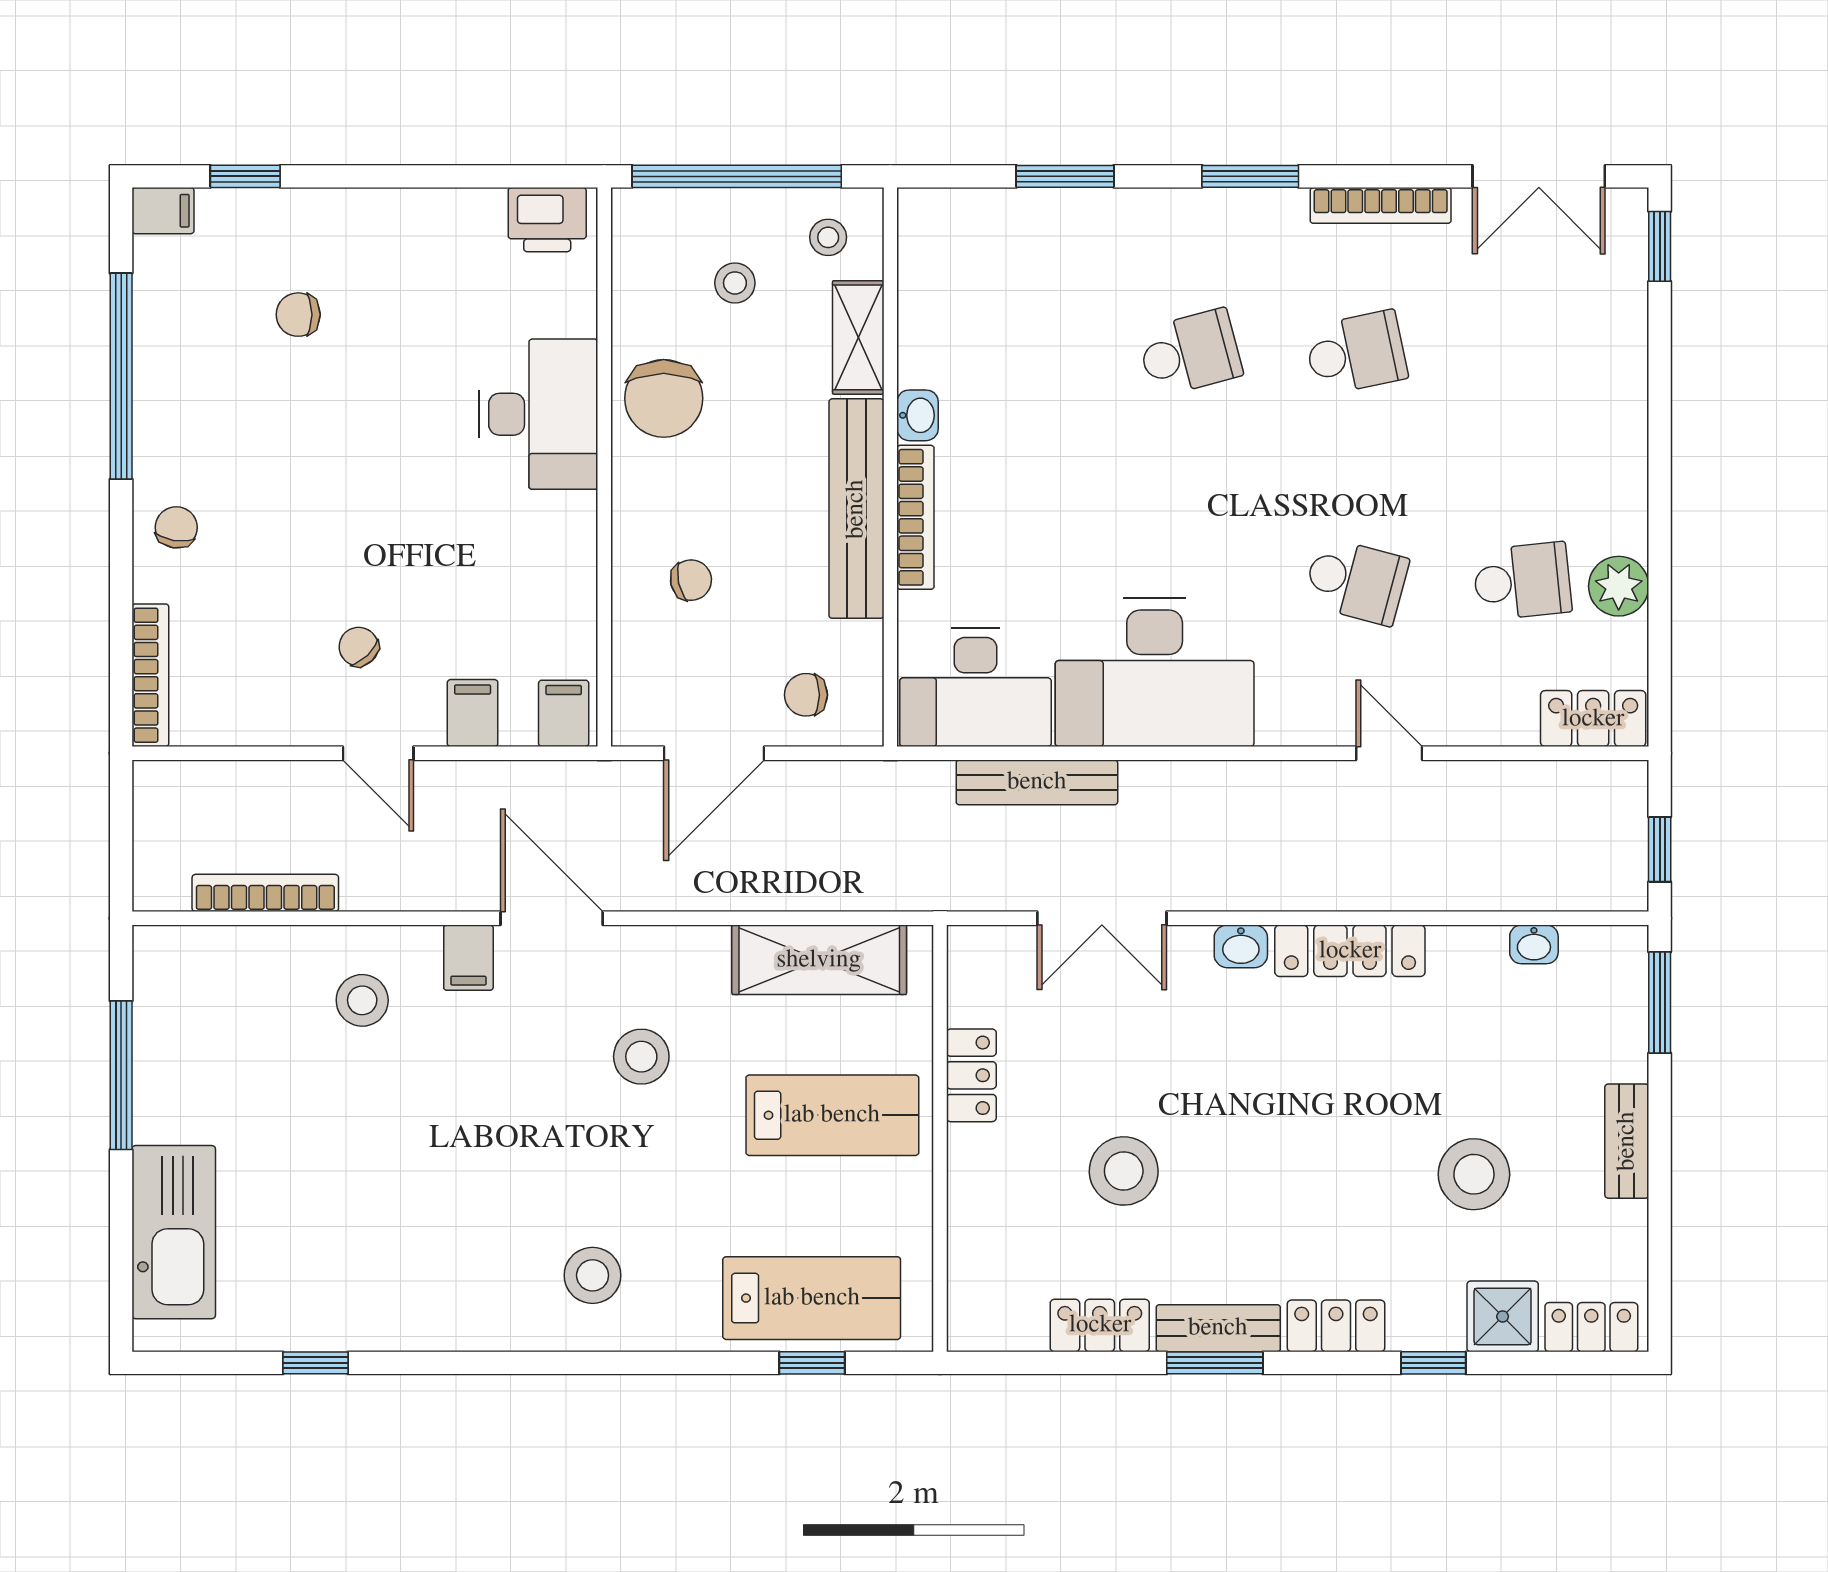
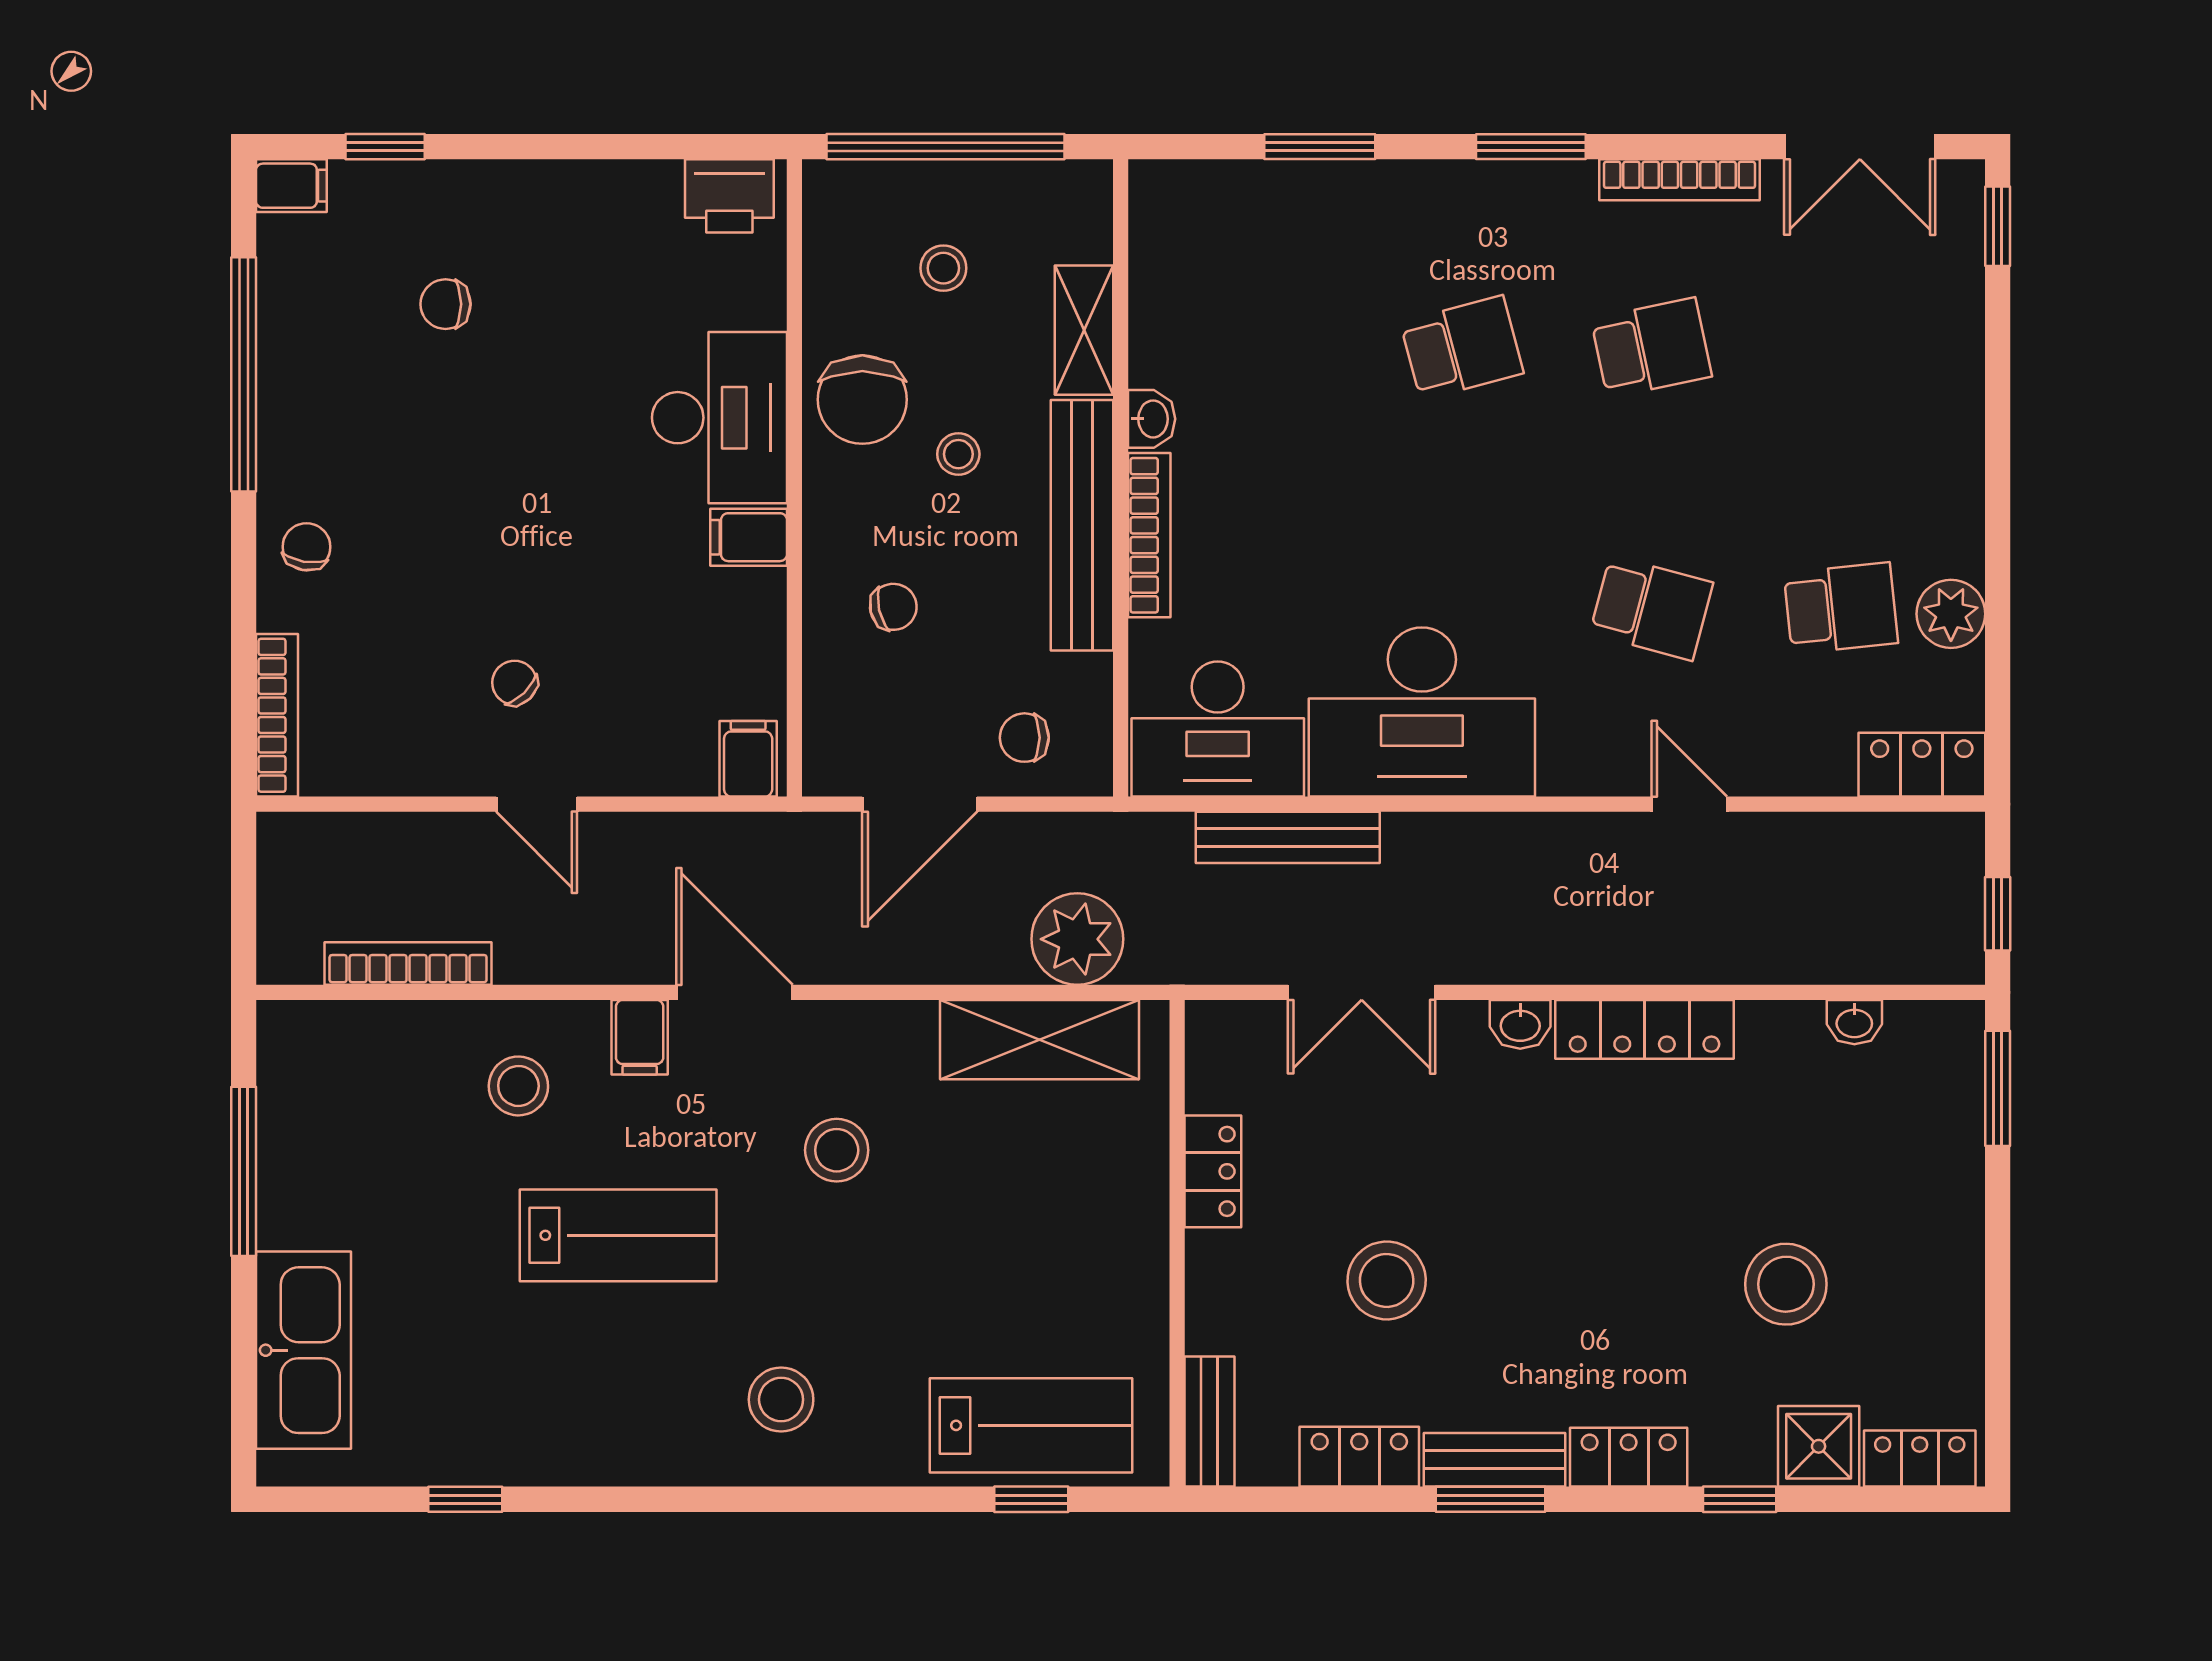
stool: (828, 237) -> (958, 454), moved
filing cabinet: (473, 713) -> (749, 537), moved, turned -90
plant: (852, 871) -> (1077, 939), added
lab bench: (832, 1115) -> (618, 1235), moved
bench: (1627, 1141) -> (1210, 1421), moved

